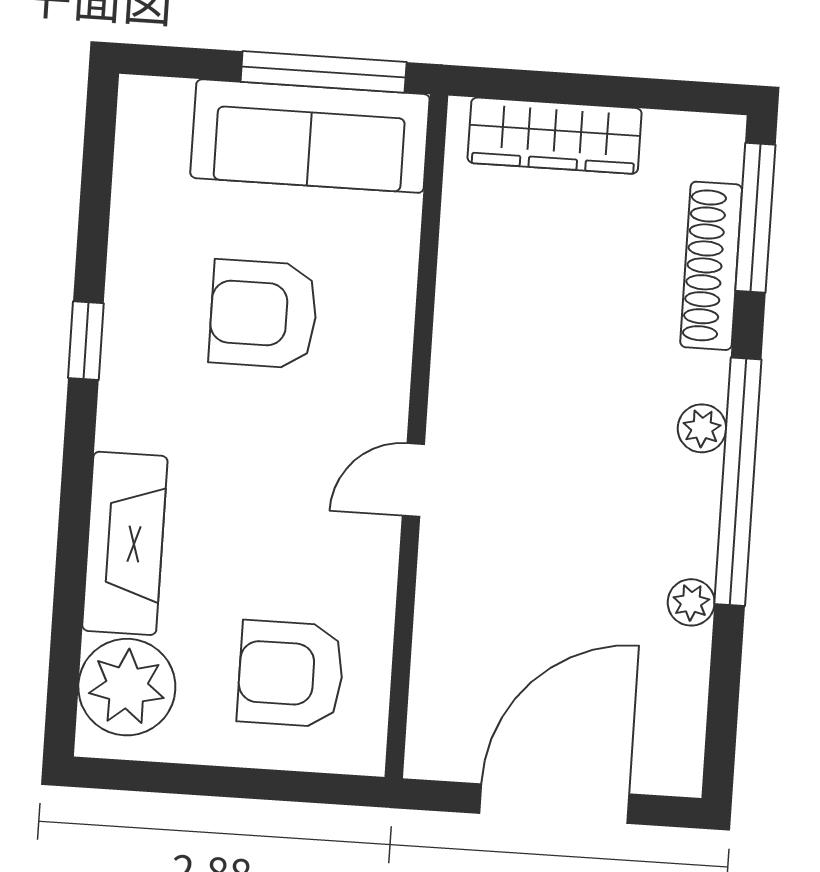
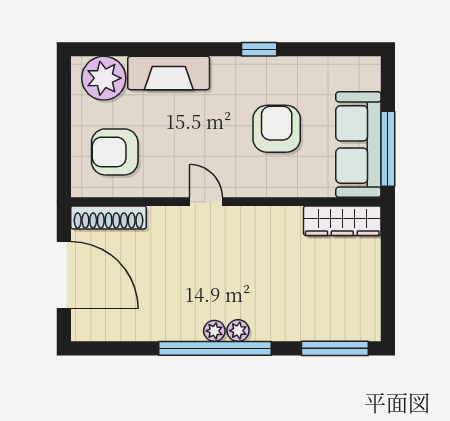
wardrobe: (555, 136) -> (342, 221), moved, turned -90
shoe rack: (711, 266) -> (109, 217), moved, turned 180
plant: (691, 602) -> (214, 331), moved
armchair: (291, 674) -> (115, 152), turned -90

